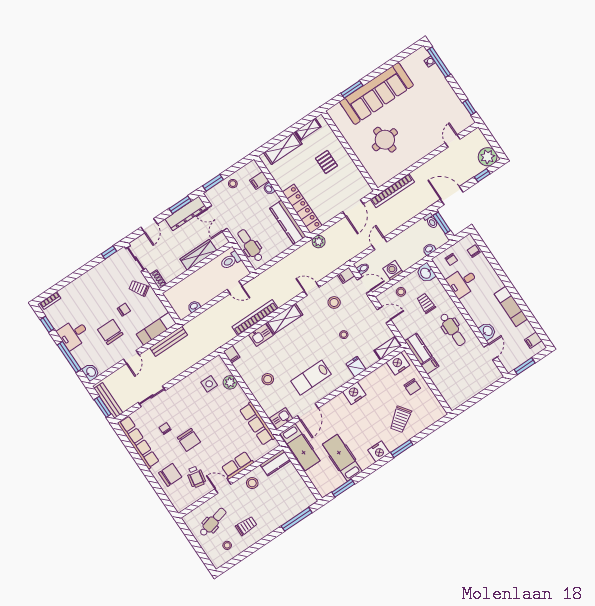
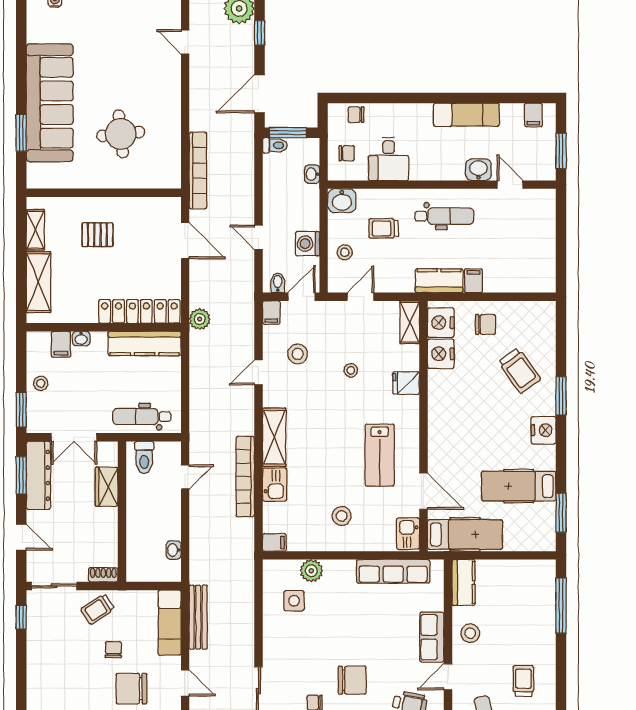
wardrobe: (198, 255) -> (107, 487), width x0.67
nightstand: (354, 393) -> (441, 354), moved

